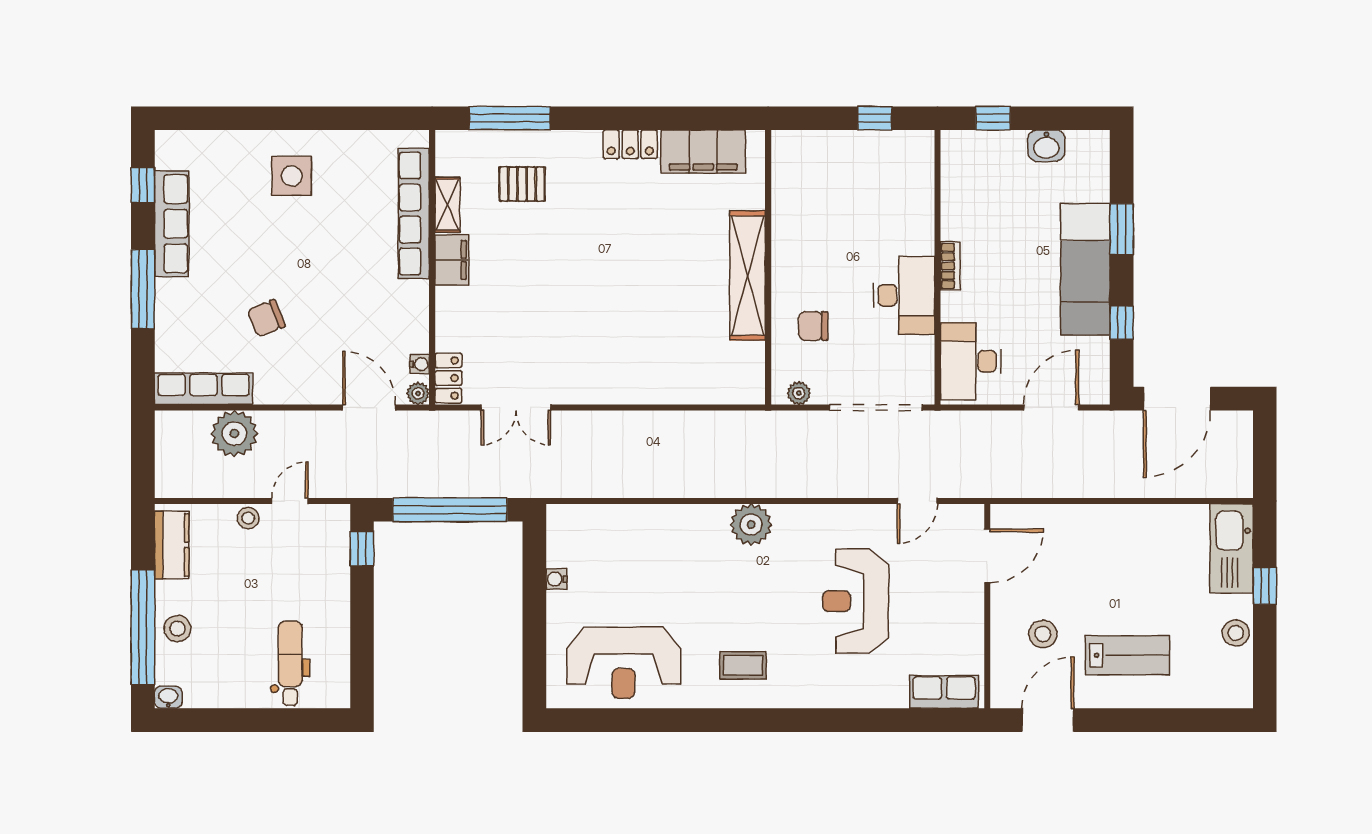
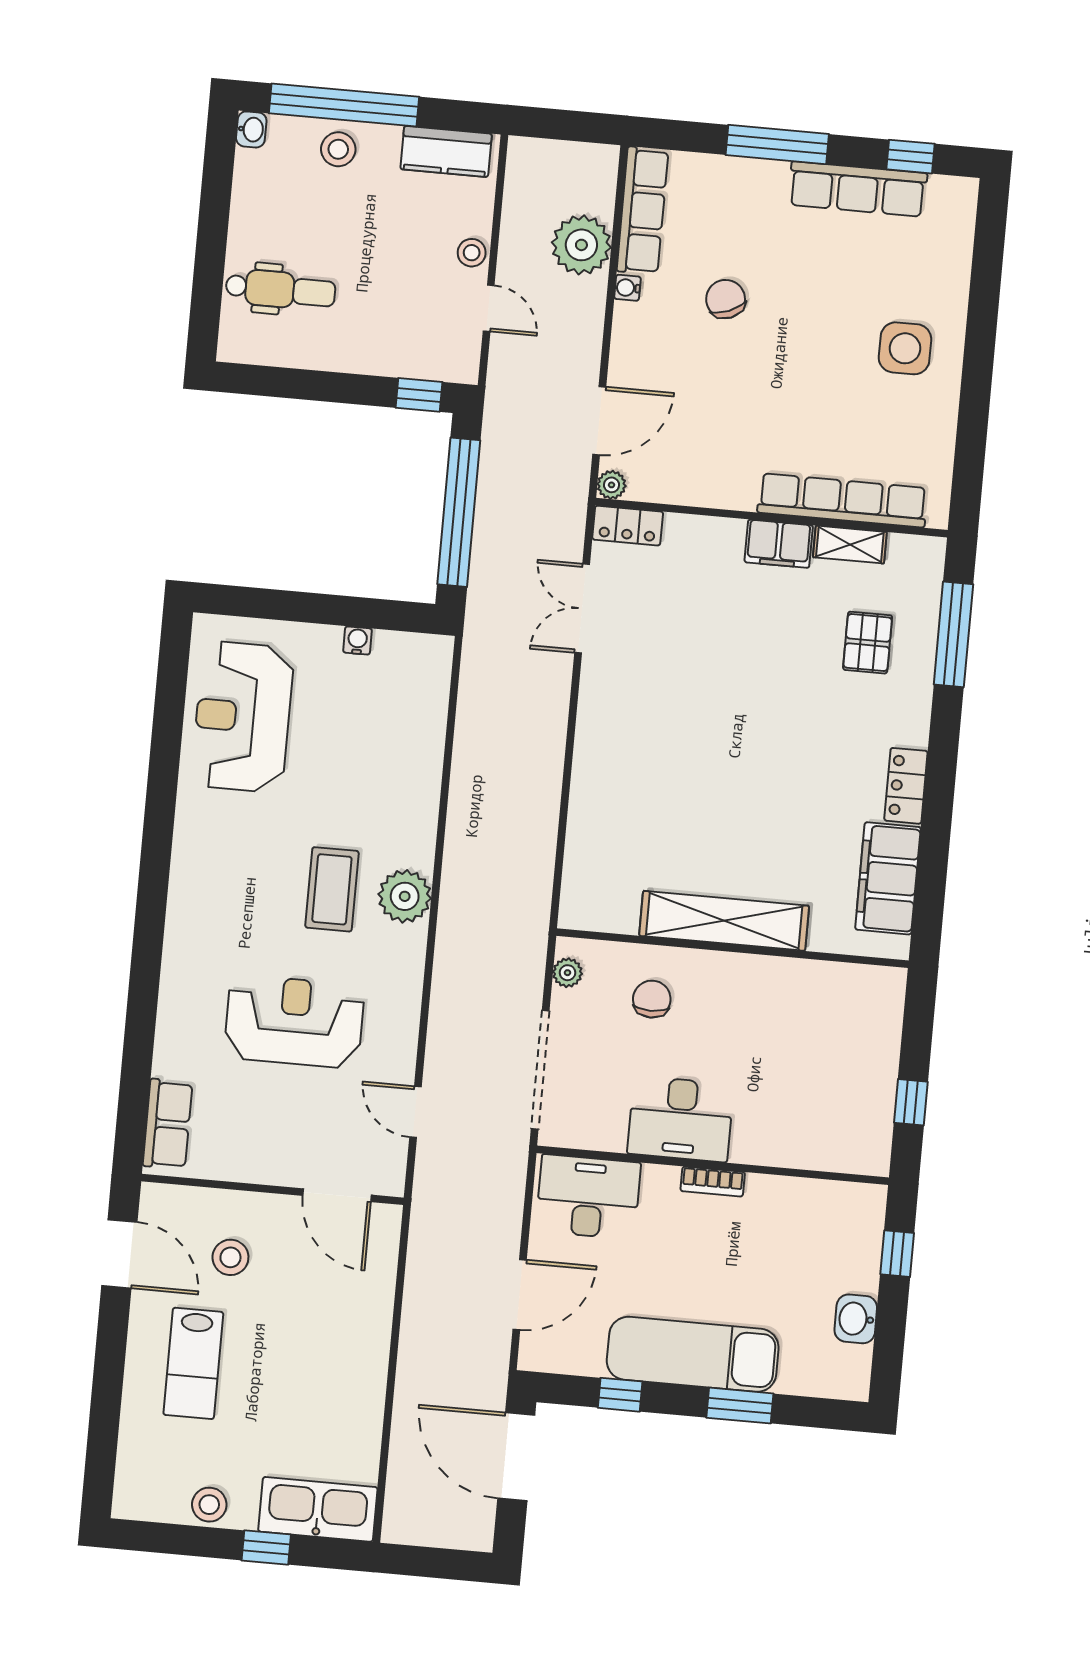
water cooler: (420, 364) -> (627, 288), moved, turned 90
door: (1051, 407) -> (520, 1295), hinge flipped
coffee table: (743, 665) -> (332, 889), moved, width x1.36, depth x1.30

